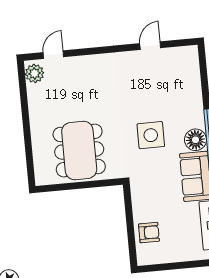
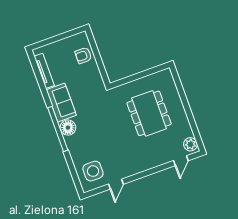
side table: (151, 135) -> (93, 171), moved
dining table: (79, 151) -> (149, 113), moved

